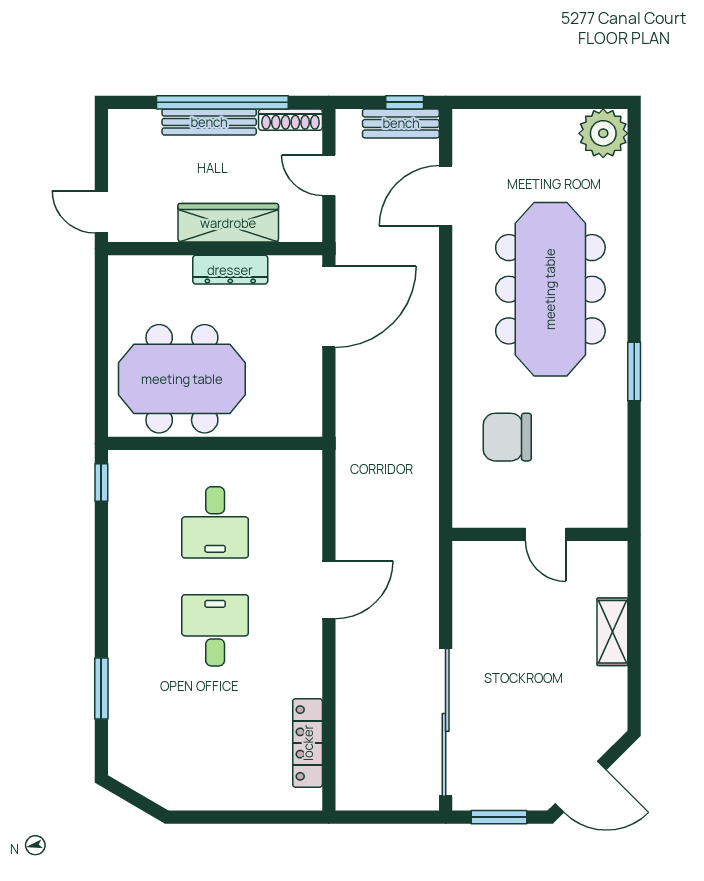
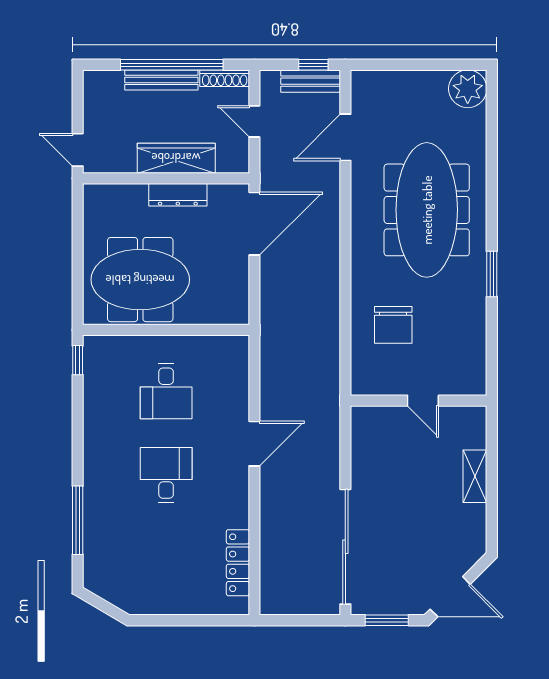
chair: (507, 437) -> (393, 325), turned -90
window: (101, 688) -> (78, 520), width x1.44

